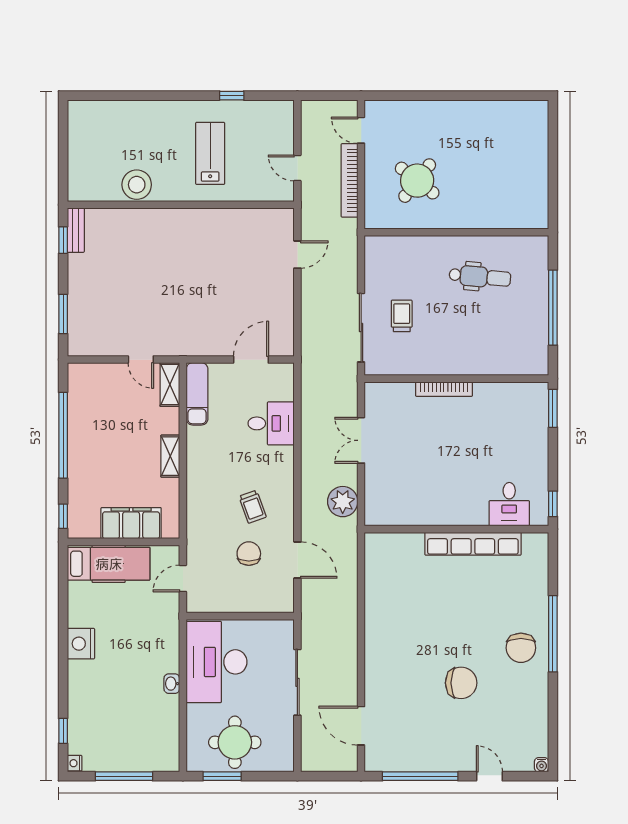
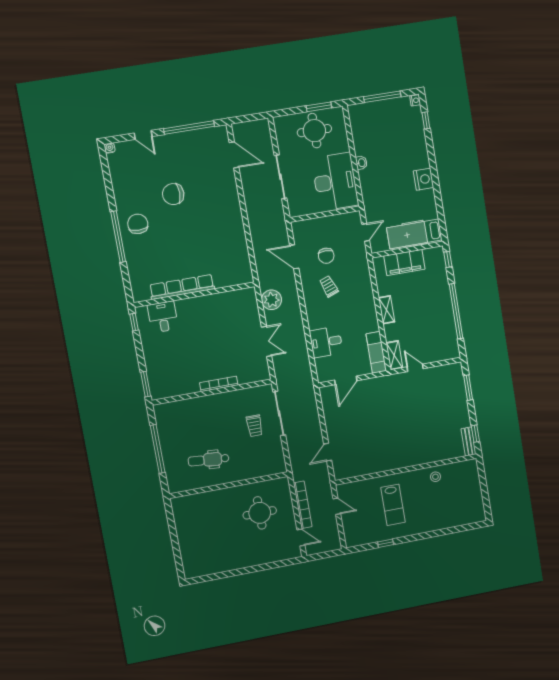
round table: (417, 181) -> (260, 513), turned -38
stool: (137, 185) -> (435, 477), width x0.53, depth x0.53

